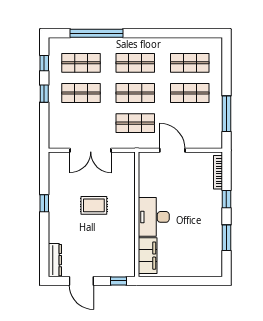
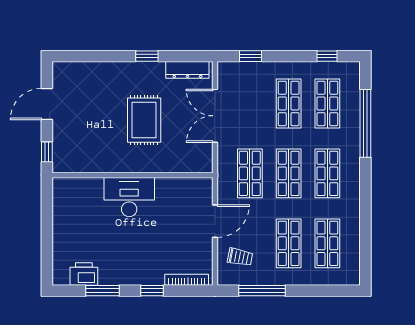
window: (44, 94) -> (251, 56), moved
trolley: (200, 131) -> (240, 257), added
rug: (94, 205) -> (144, 120), width x1.36, depth x1.43
printer: (214, 252) -> (84, 274), added
filing cabinet: (148, 256) -> (79, 189), removed
dresser: (55, 260) -> (187, 70), moved

